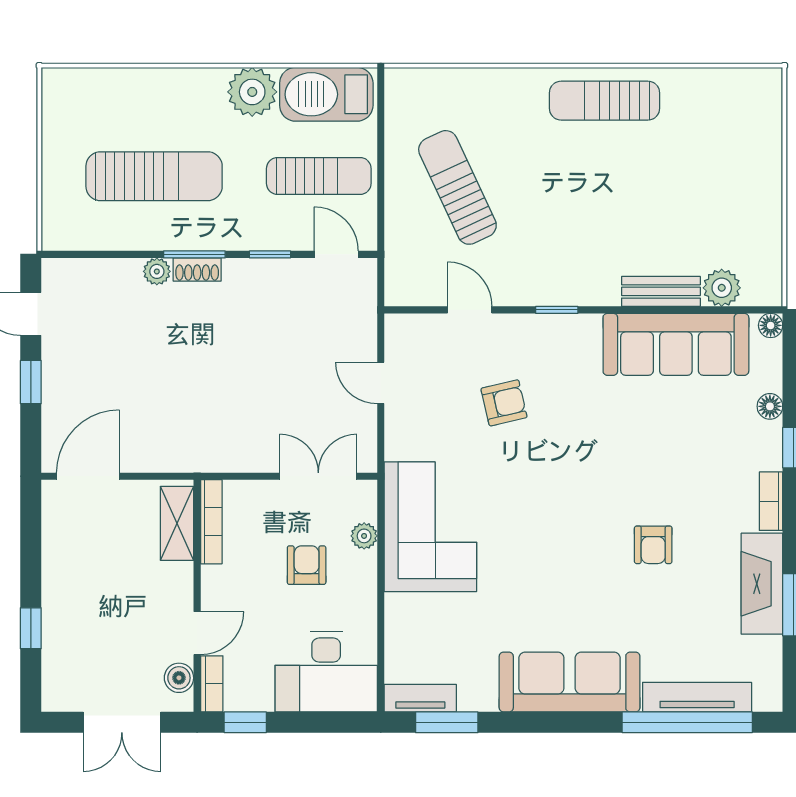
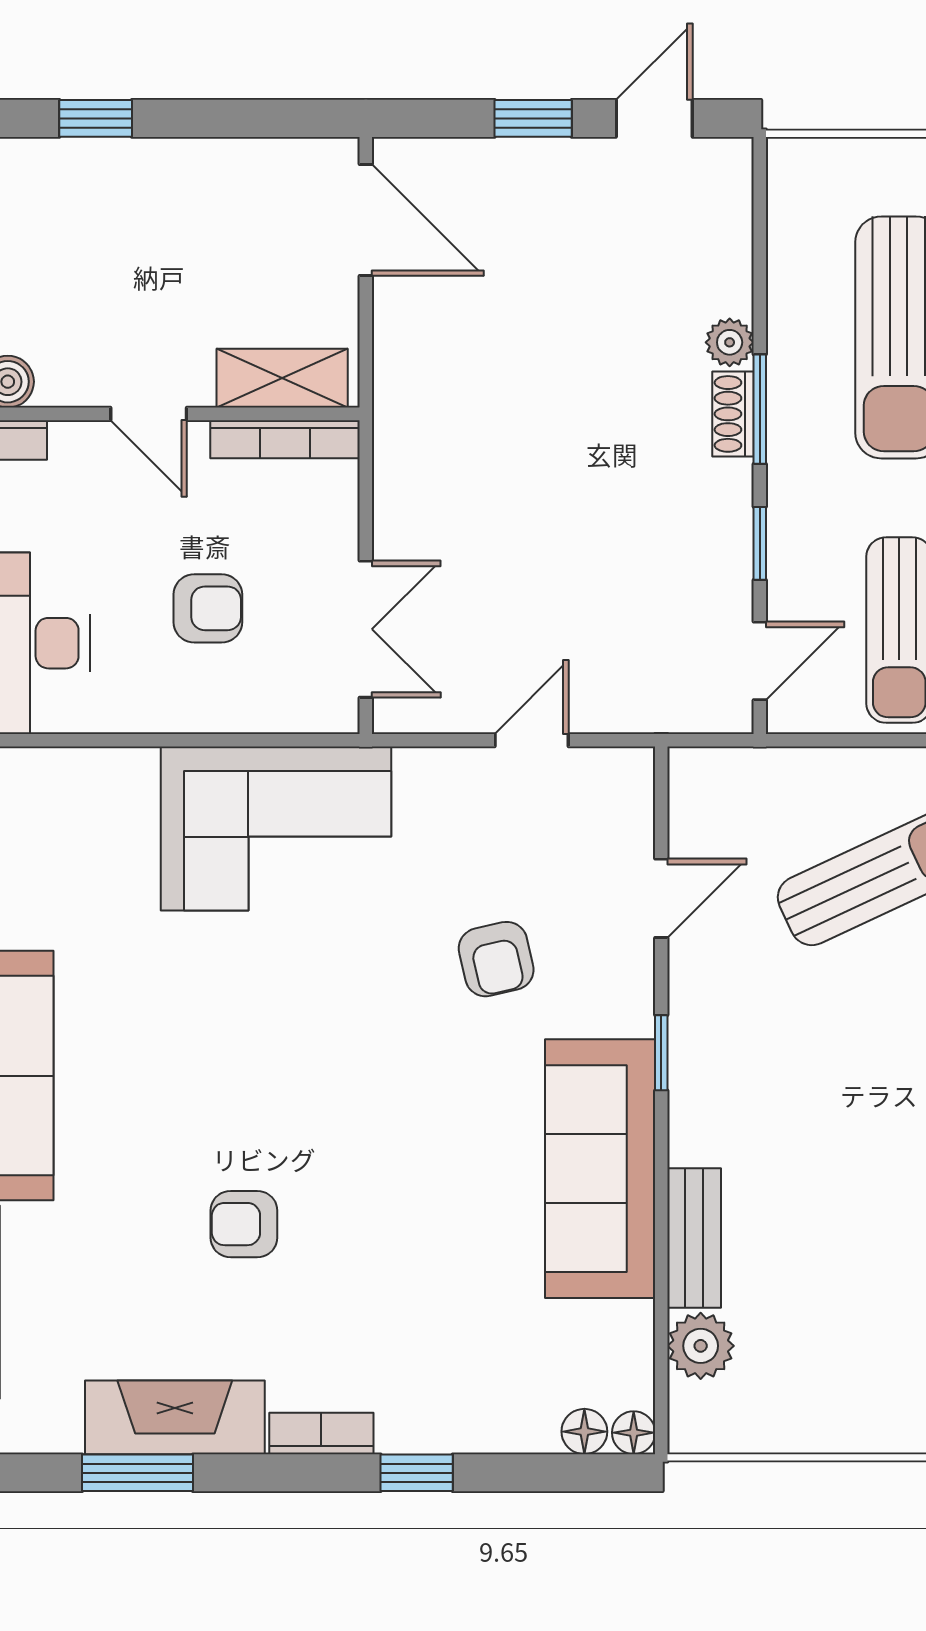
sofa: (676, 344) -> (600, 1169), moved
floor lamp: (770, 406) -> (584, 1432), moved
plant: (364, 536) -> (260, 711), removed
door: (197, 633) -> (149, 414), moved

